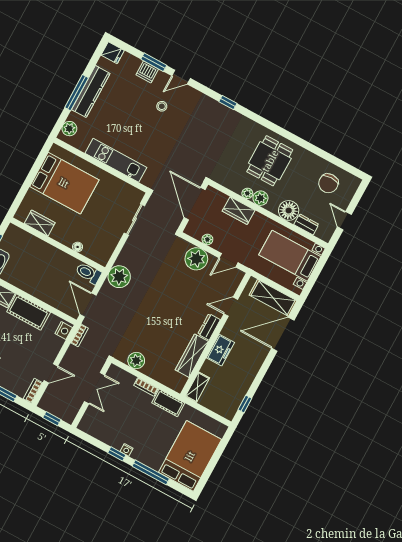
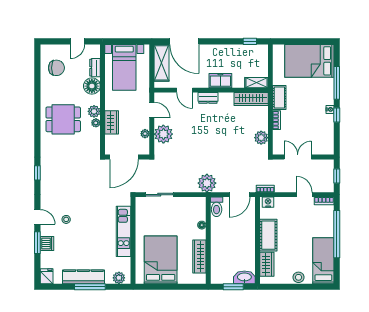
wardrobe: (40, 223) -> (199, 256), width x1.50
wardrobe: (192, 356) -> (251, 99), moved

